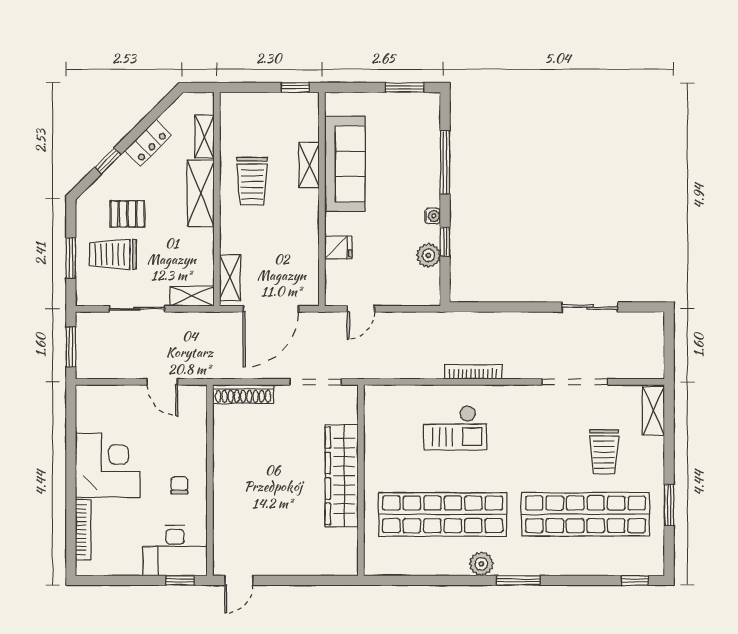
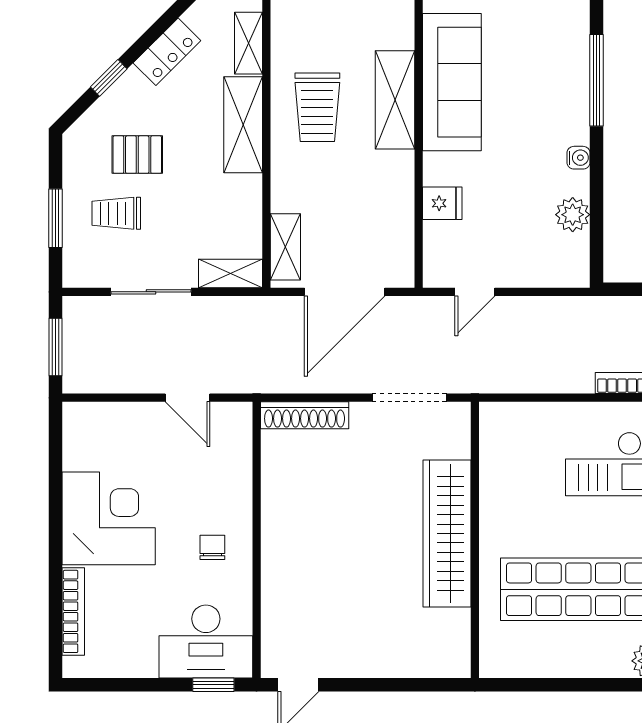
shelving: (309, 165) -> (395, 100), width x1.50, depth x1.33
window: (445, 242) -> (597, 195), removed
trolley: (113, 254) -> (116, 213), width x0.73, depth x0.72

